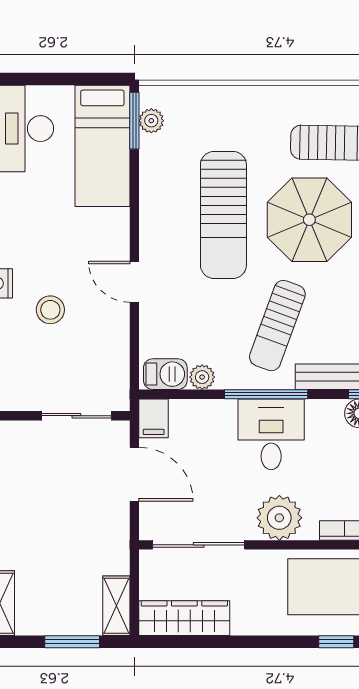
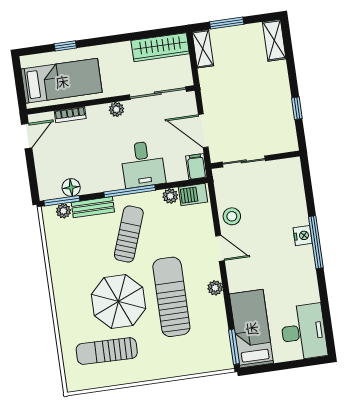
plant: (151, 121) -> (215, 288), moved
stool: (50, 310) -> (232, 216), moved
desk: (271, 434) -> (143, 164), moved
plant: (279, 518) -> (116, 109), width x0.53, depth x0.53

